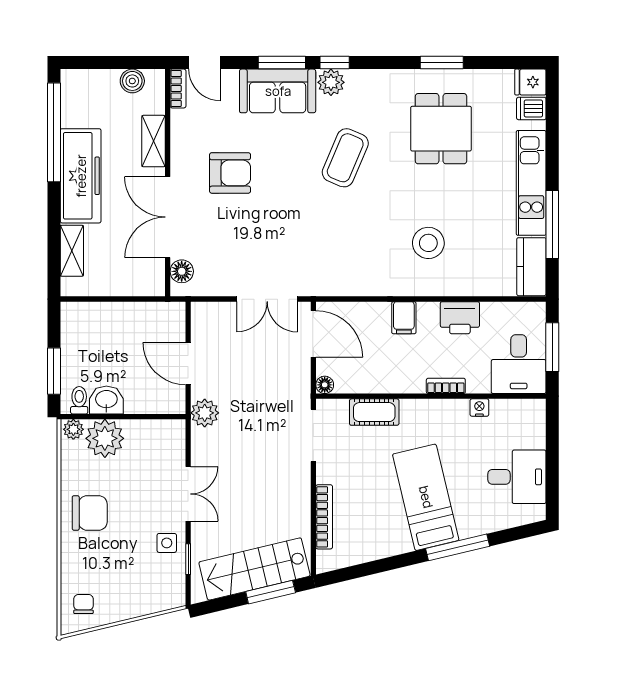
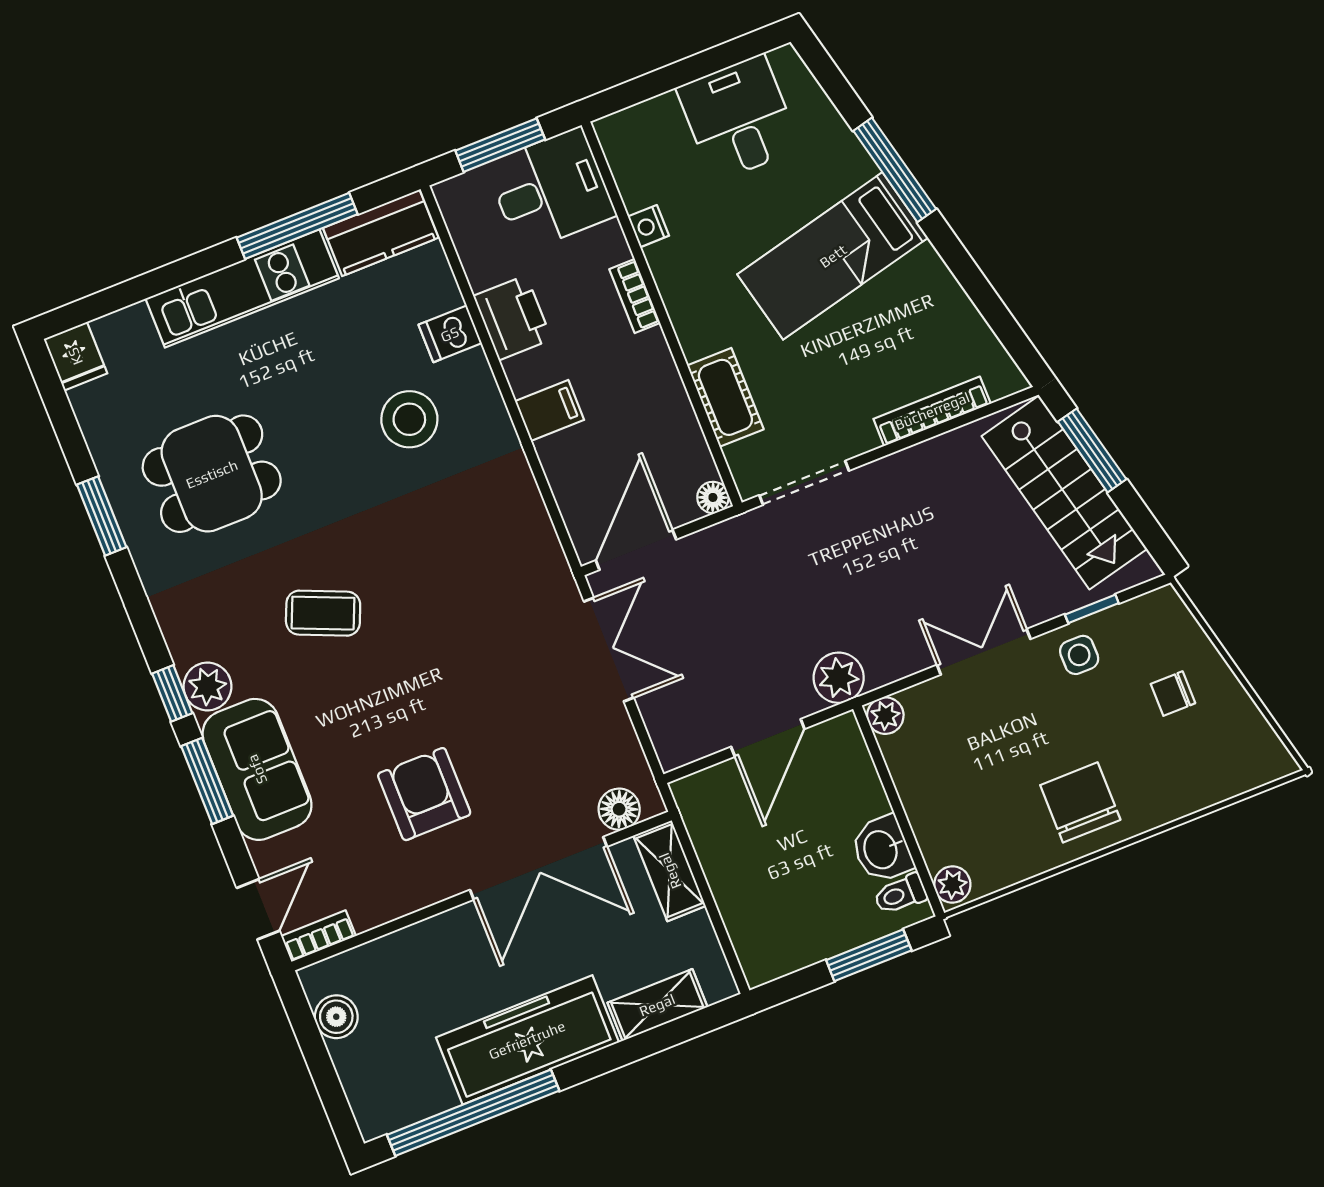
dishwasher: (531, 108) -> (450, 334), moved, turned 90
shelving: (153, 141) -> (670, 871), moved, turned 90
coffee table: (345, 158) -> (323, 613), width x0.73, depth x0.77
plant: (105, 438) -> (885, 716), moved, width x0.53, depth x0.53
chair: (83, 604) -> (1173, 694), moved

